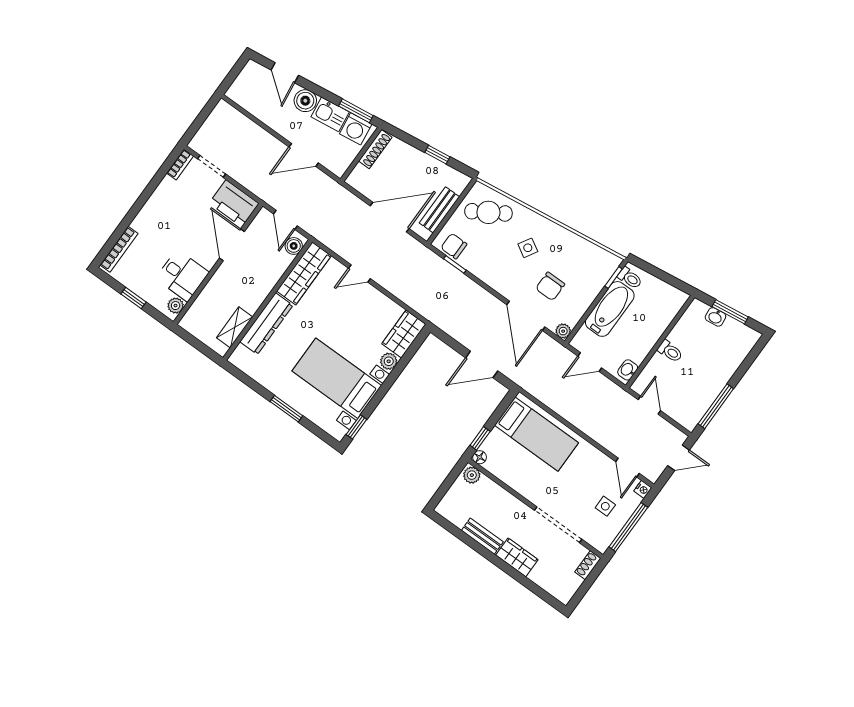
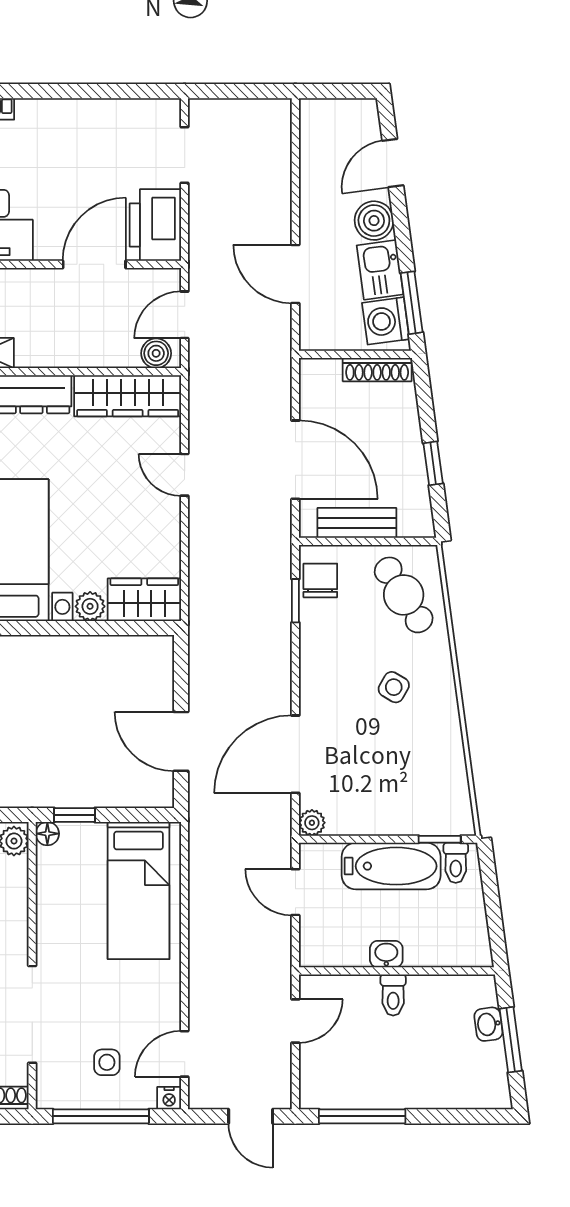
bookcase: (180, 164) -> (155, 109), removed
chair: (550, 286) -> (362, 758), removed
washbasin: (628, 370) -> (386, 954), moved

